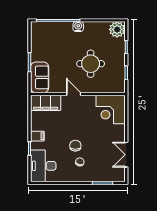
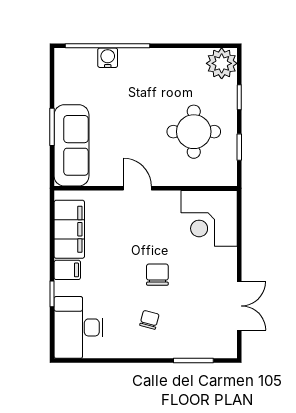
water cooler: (78, 27) -> (108, 58), moved
round table: (91, 64) -> (194, 132), moved
sofa: (40, 77) -> (72, 145), width x1.36
filing cabinet: (46, 103) -> (69, 229), moved, turned -90
chair: (75, 146) -> (157, 275), moved
double door: (126, 155) -> (239, 306), swing flipped

